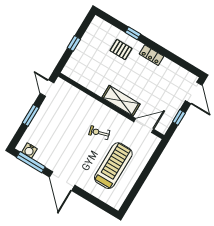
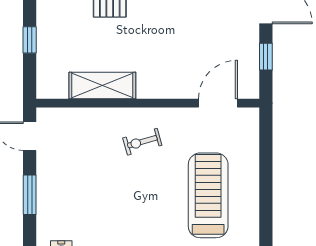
shelving: (121, 101) -> (102, 86), moved
exercise bike: (99, 133) -> (142, 142), moved

